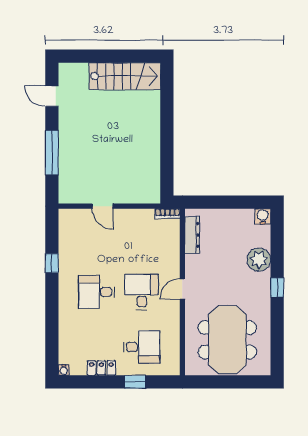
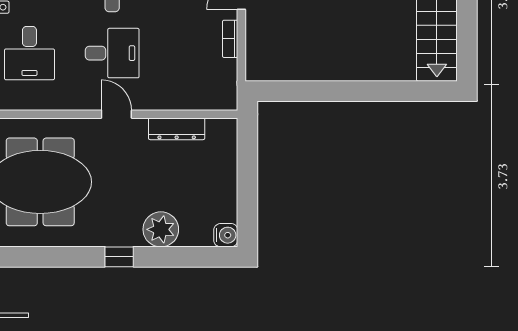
bookcase: (167, 214) -> (230, 39), moved
dresser: (192, 235) -> (177, 129), moved

